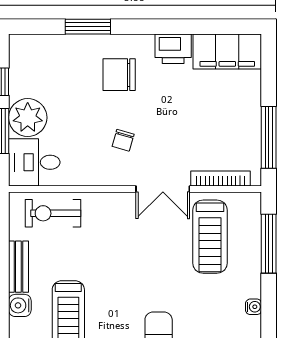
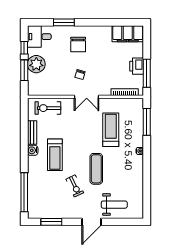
printer: (173, 49) -> (137, 66), moved, turned 90
chair: (119, 75) -> (78, 44), turned -90
desk: (34, 162) -> (39, 37), moved
double door: (163, 189) -> (87, 97), moved
treadmill: (210, 237) -> (111, 130), moved, turned 180

